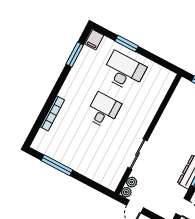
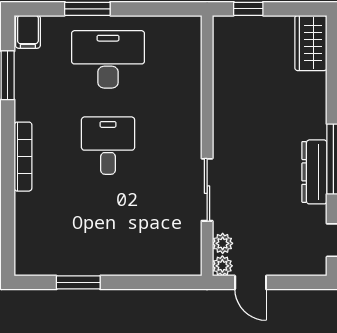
bookcase: (52, 113) -> (23, 157), moved
window: (57, 165) -> (78, 282), width x0.69

